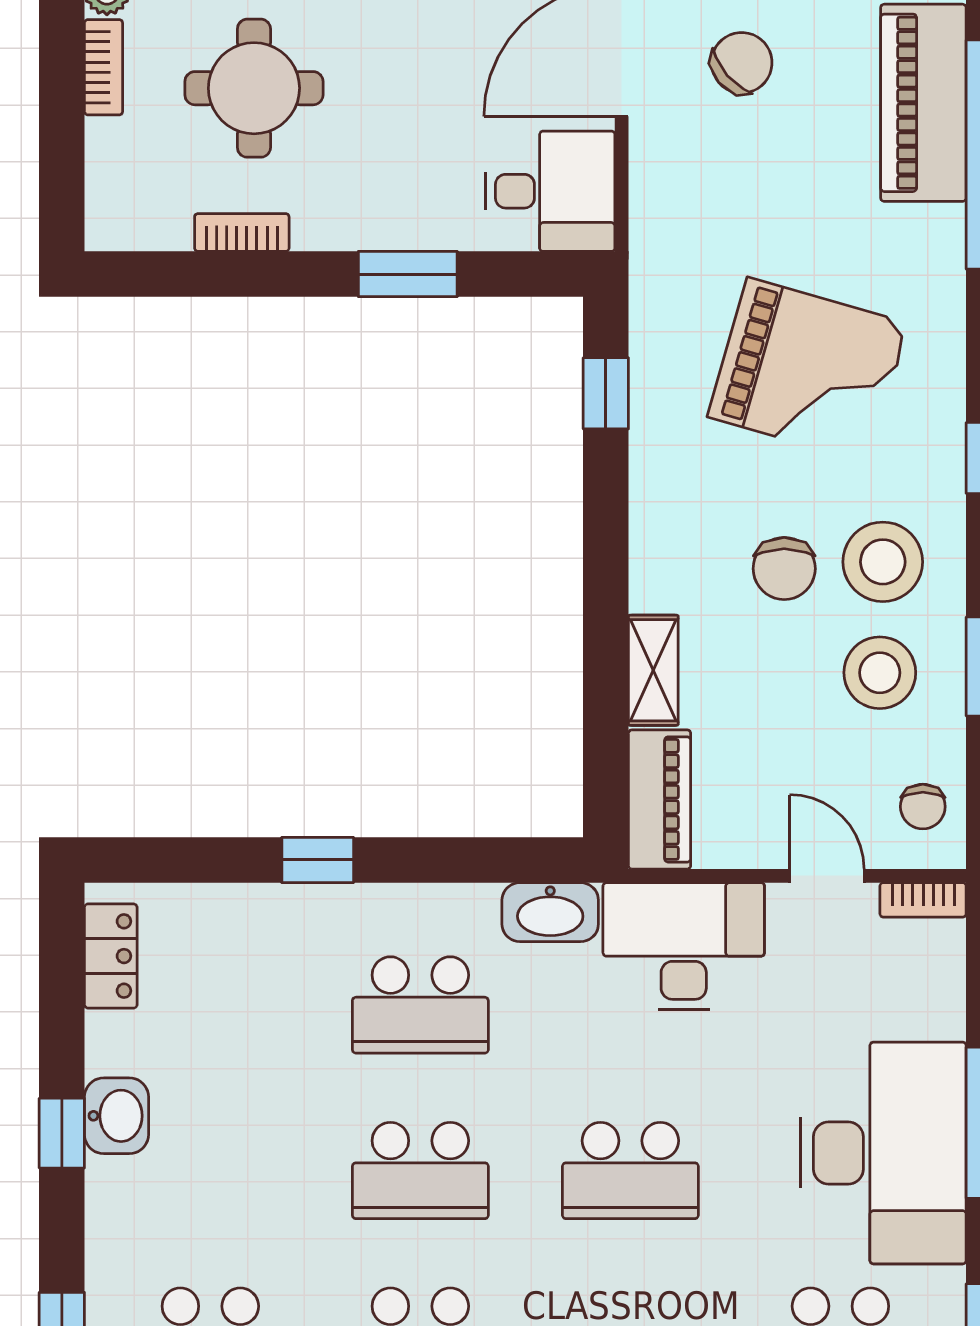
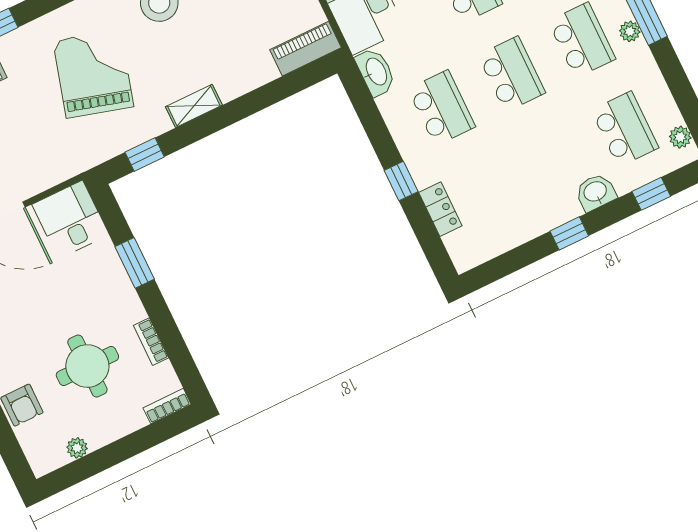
bookcase: (104, 67) -> (167, 406), moved
chair: (784, 569) -> (182, 43), removed
shelving: (653, 670) -> (194, 106), moved
locker: (111, 956) -> (440, 209), moved, turned 90
washbasin: (117, 1116) -> (596, 192), moved

